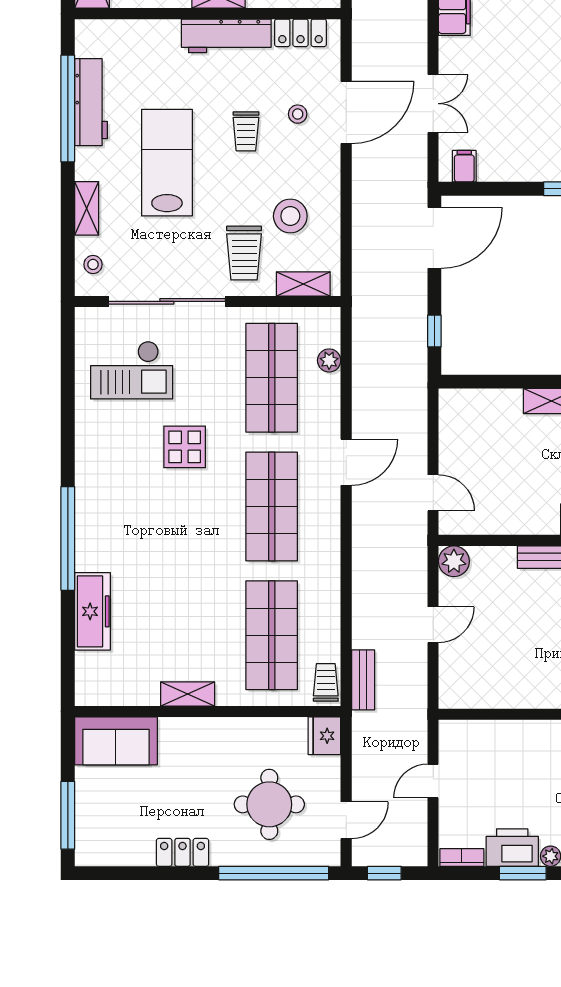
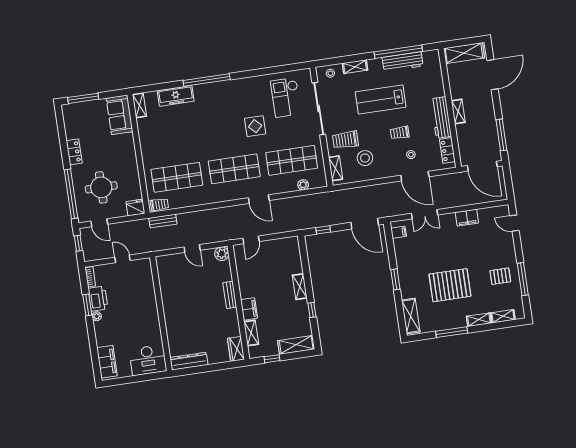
lab bench: (167, 163) -> (381, 100), turned 180
shelving: (188, 694) -> (139, 105), moved

